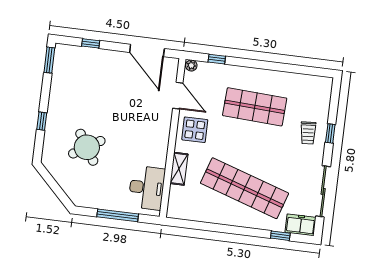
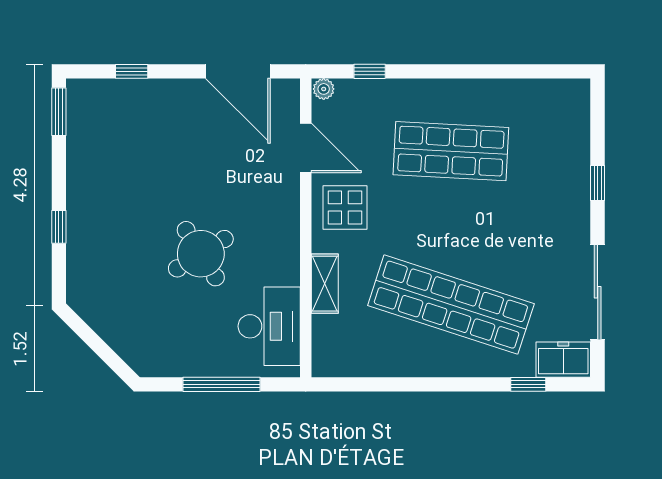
trolley: (308, 133) -> (556, 187), removed
round table: (87, 147) -> (201, 254), moved

